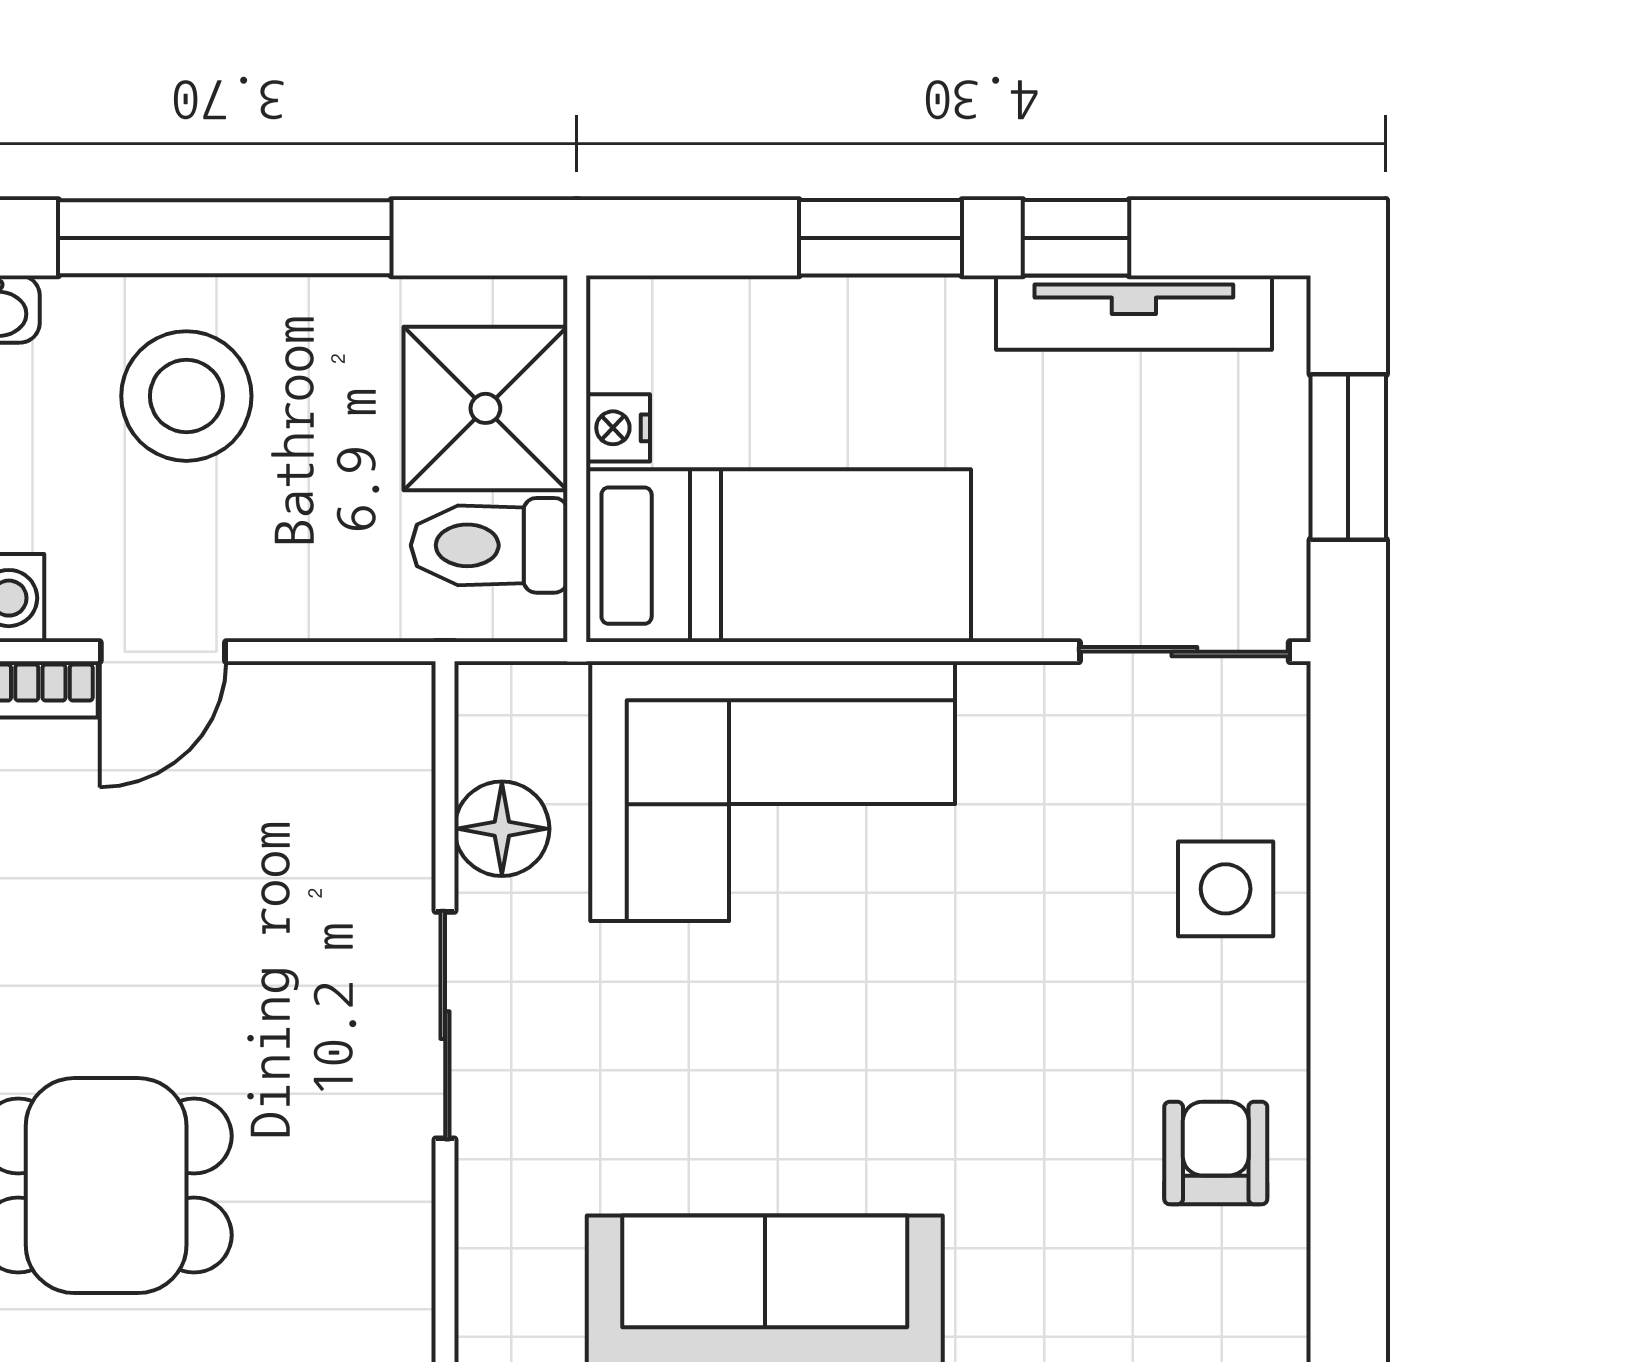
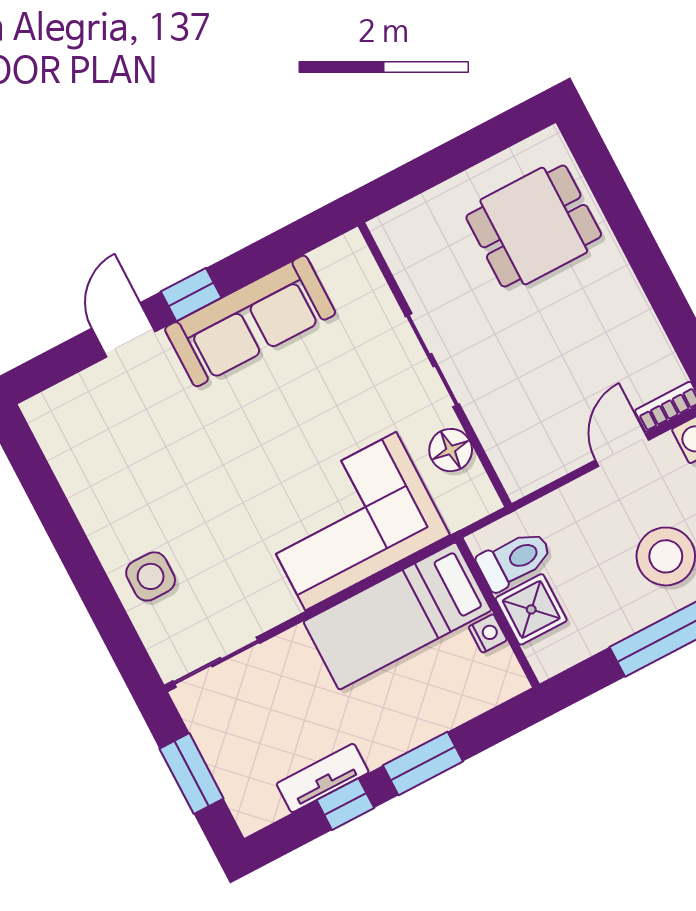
tv unit: (1134, 313) -> (323, 778), width x0.71
shower: (485, 408) -> (531, 609), width x0.73, depth x0.73
armchair: (1216, 1153) -> (100, 469), removed

